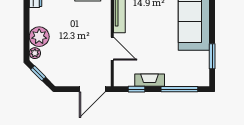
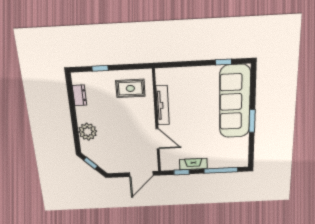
plant: (35, 53) -> (85, 146), removed
window: (212, 56) -> (252, 121), moved

